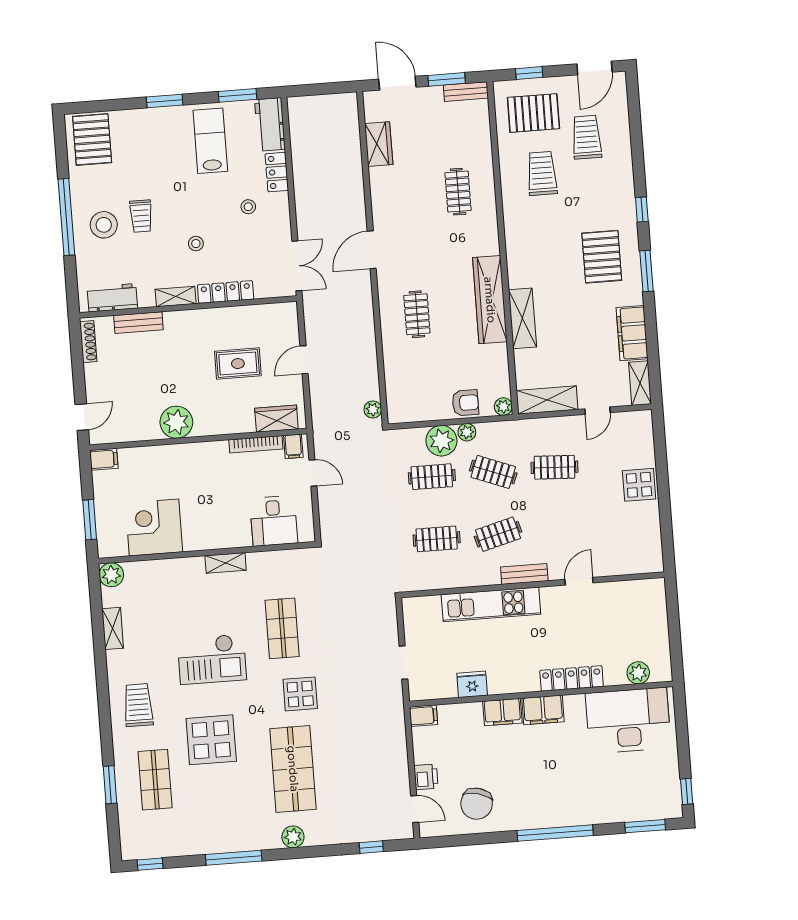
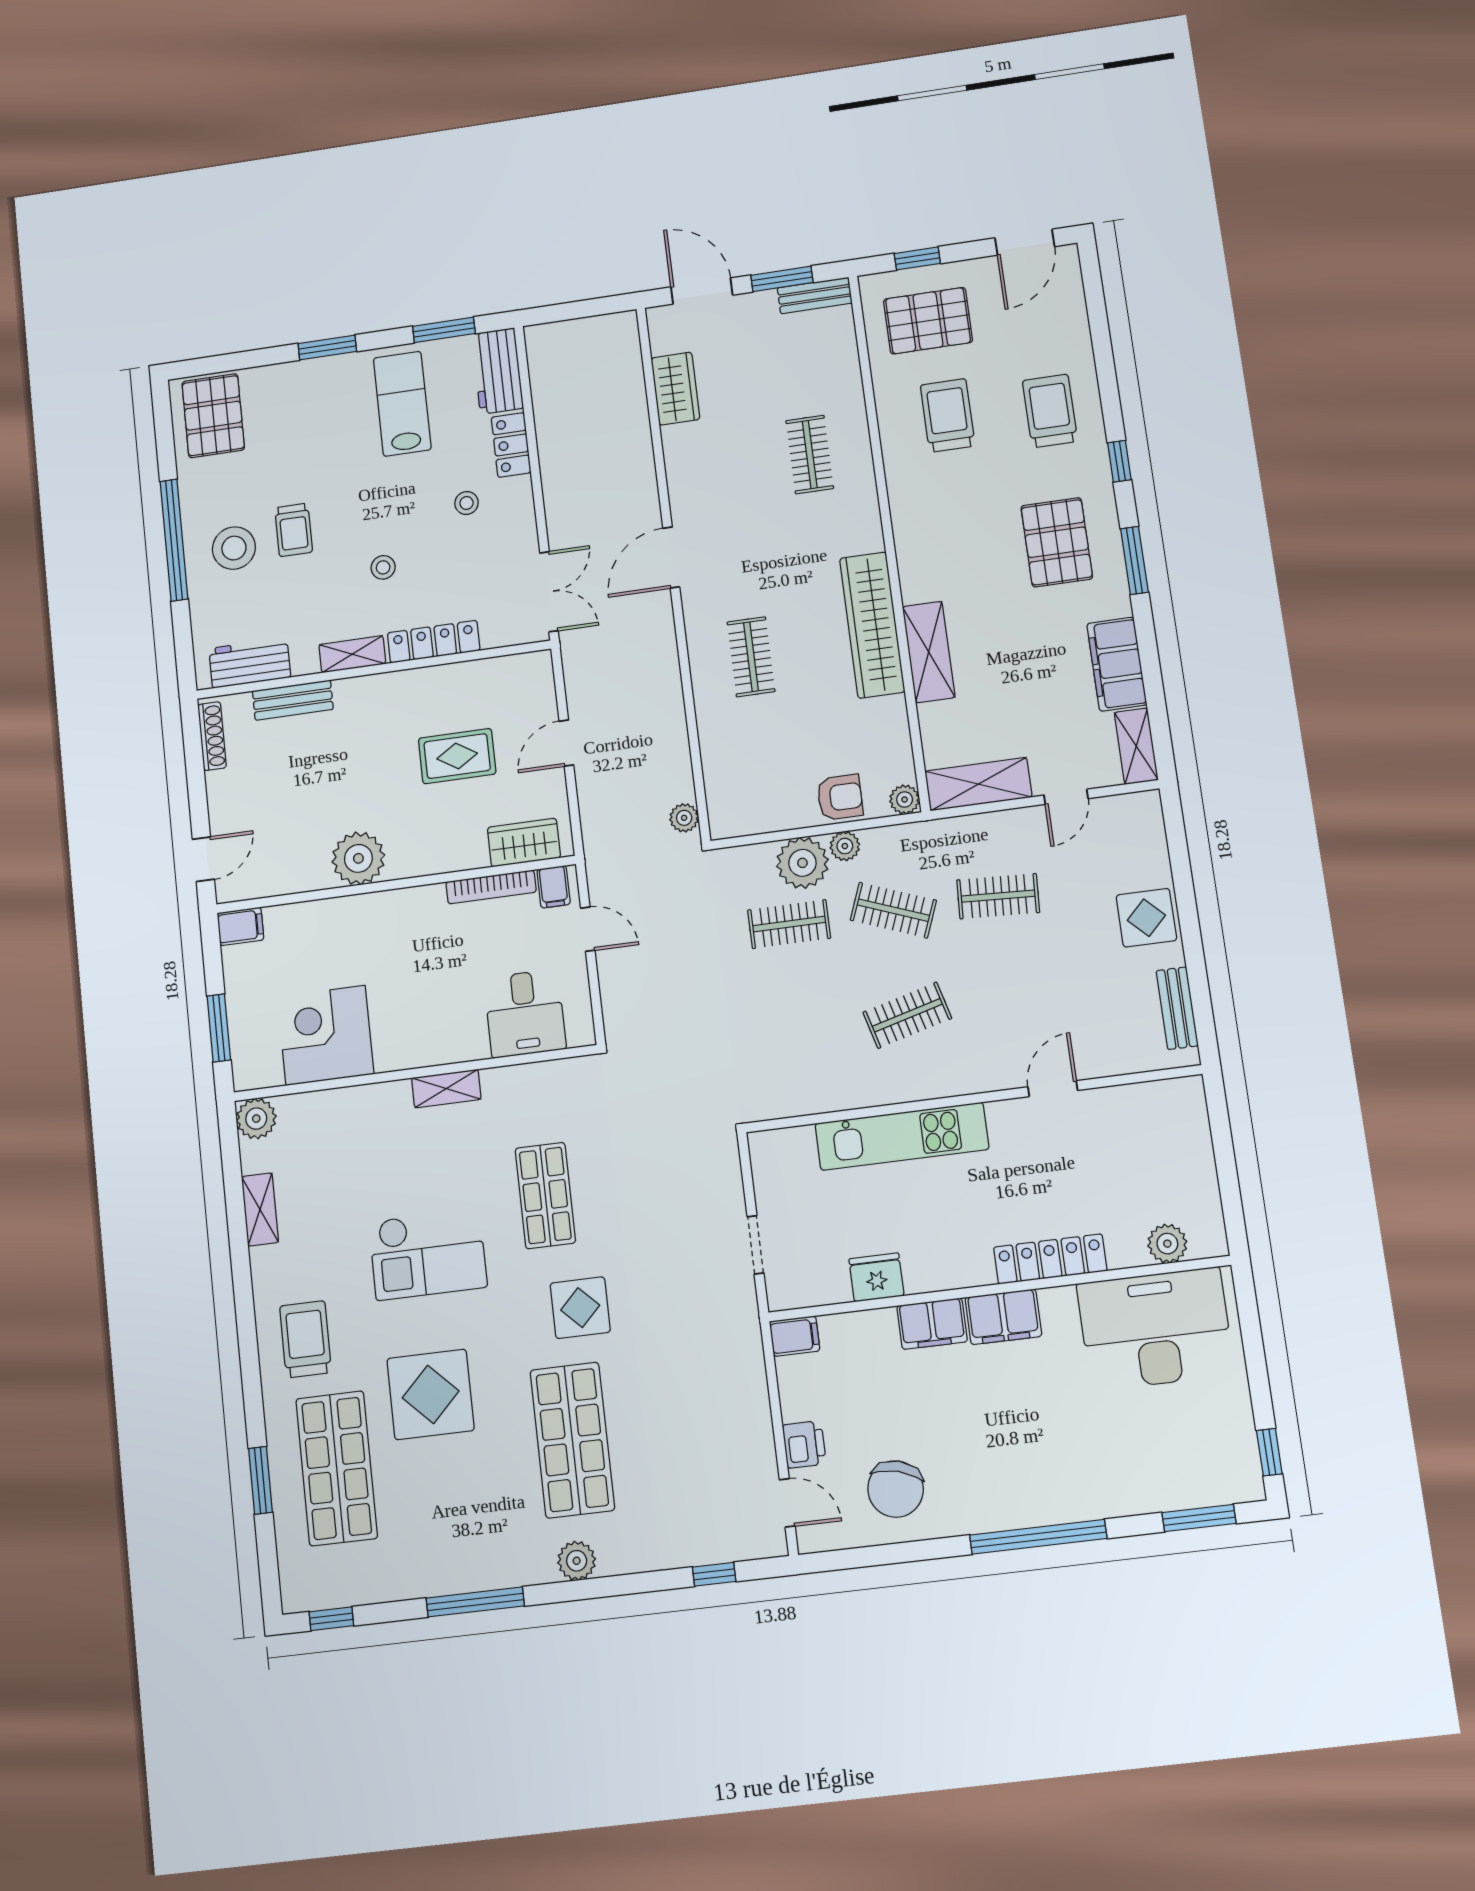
trolley: (587, 137) -> (1050, 411), moved
clothes rail: (437, 539) -> (802, 1029), removed
bench: (524, 574) -> (1177, 1008), moved, turned 90
shop shelf: (155, 780) -> (337, 1468), width x1.43, depth x1.36

